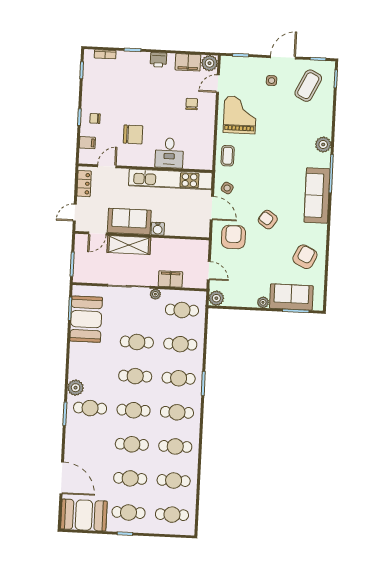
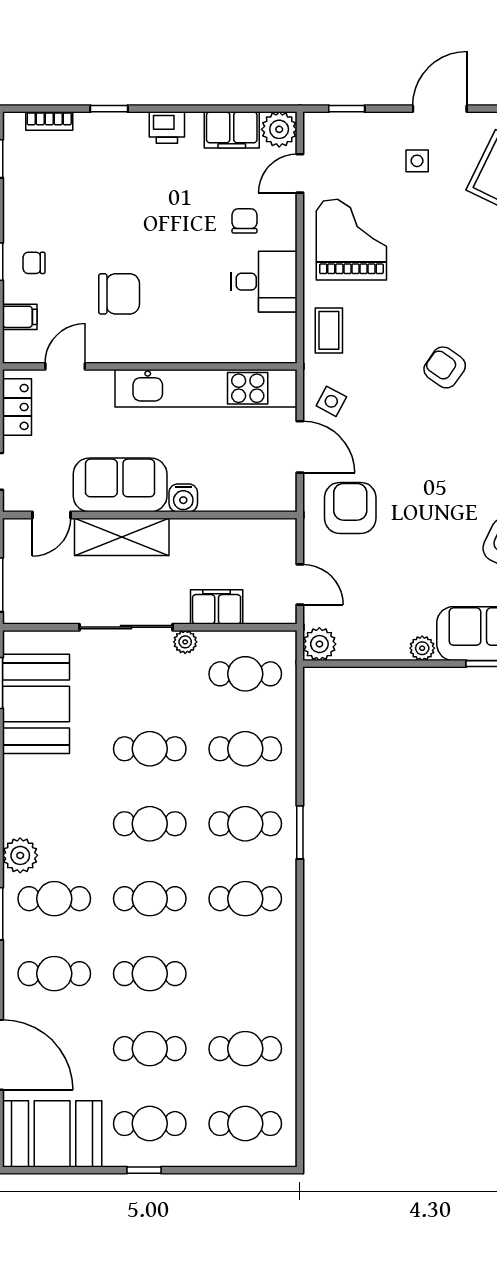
desk: (169, 153) -> (264, 282), moved, turned -90
armchair: (268, 220) -> (445, 367), moved
cafe table: (175, 446) -> (54, 974), moved

